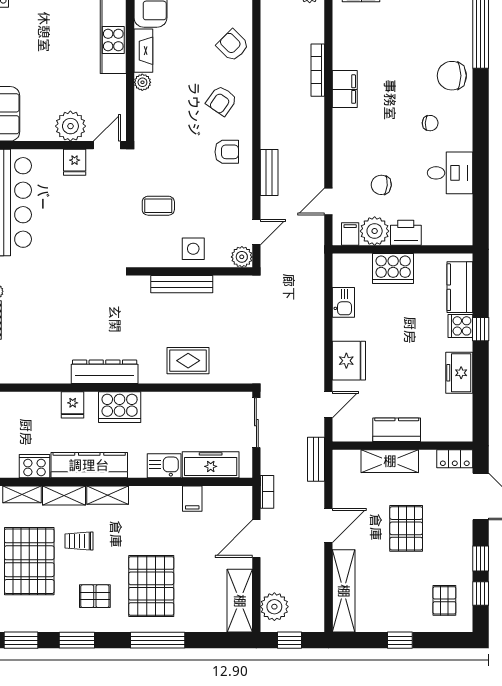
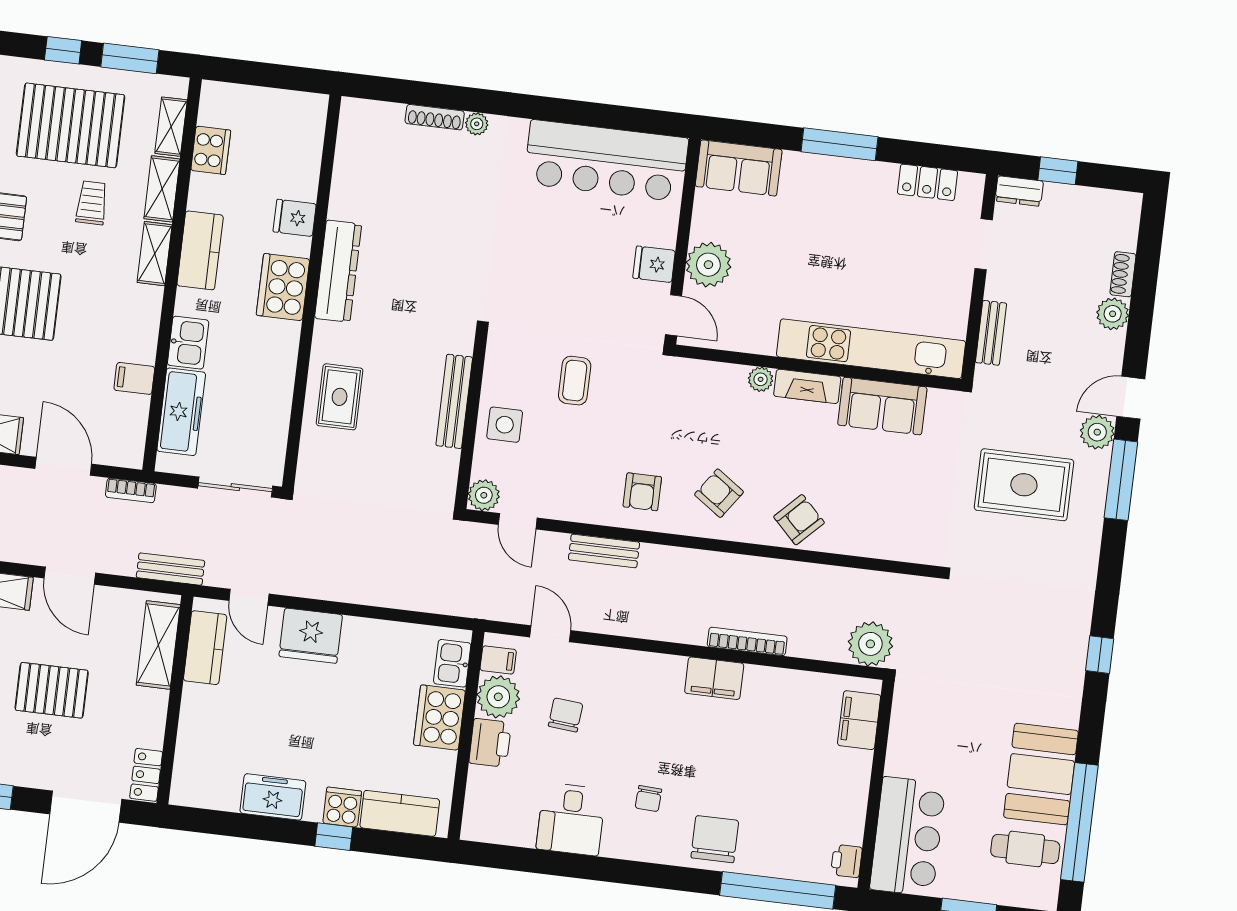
kitchen sink: (343, 302) -> (452, 663), moved, turned 90
kitchen counter: (397, 430) -> (205, 648), moved
shelving: (390, 461) -> (158, 645), moved
kitchen counter: (89, 465) -> (200, 250), width x0.67

